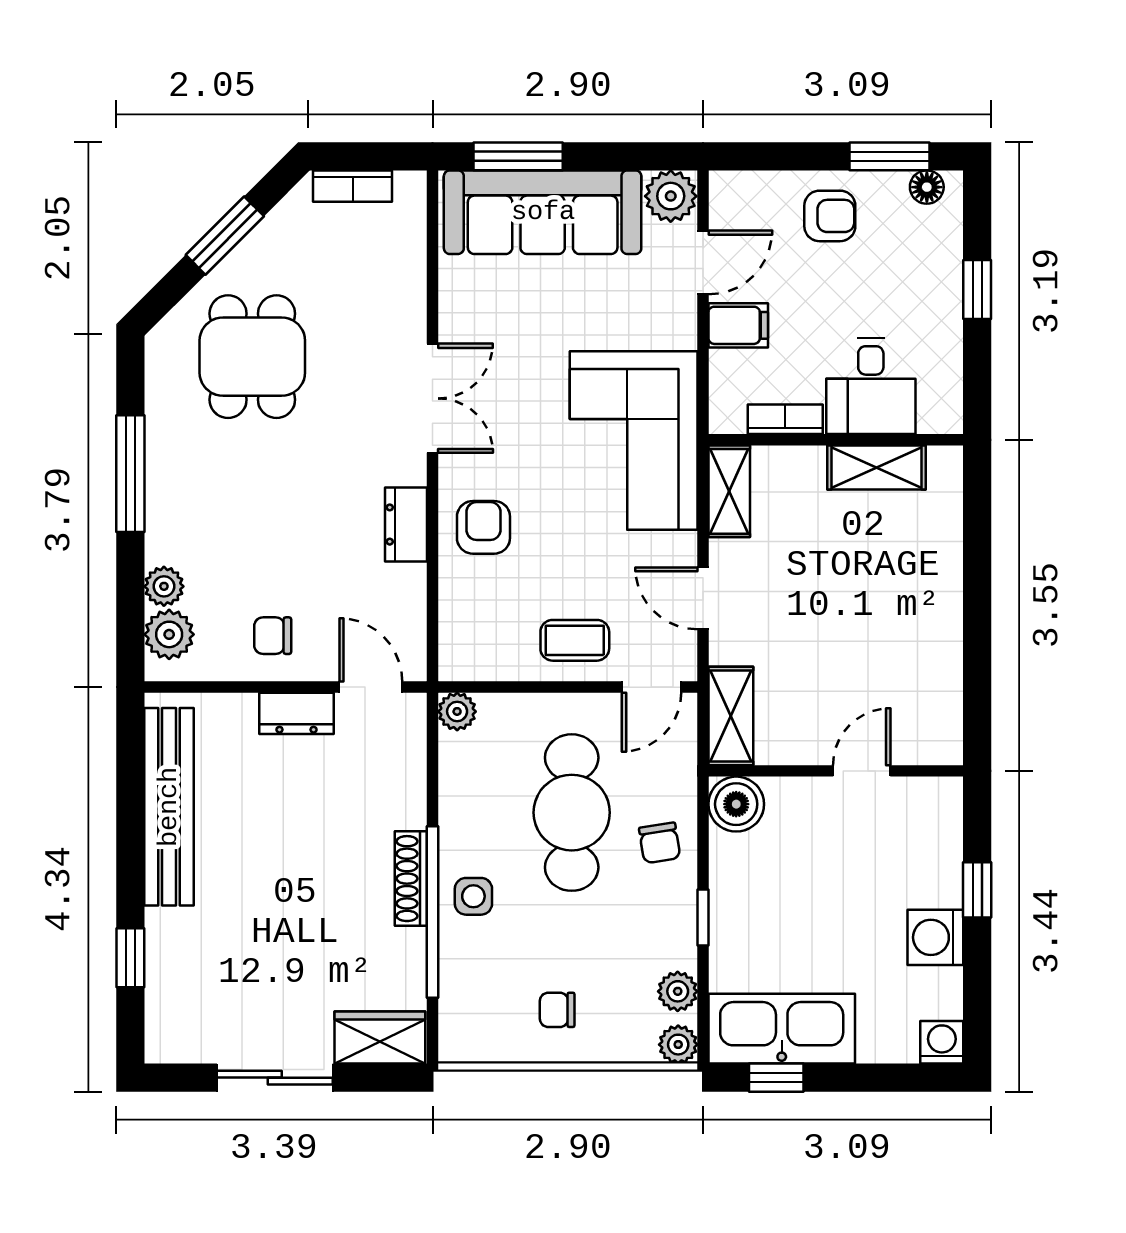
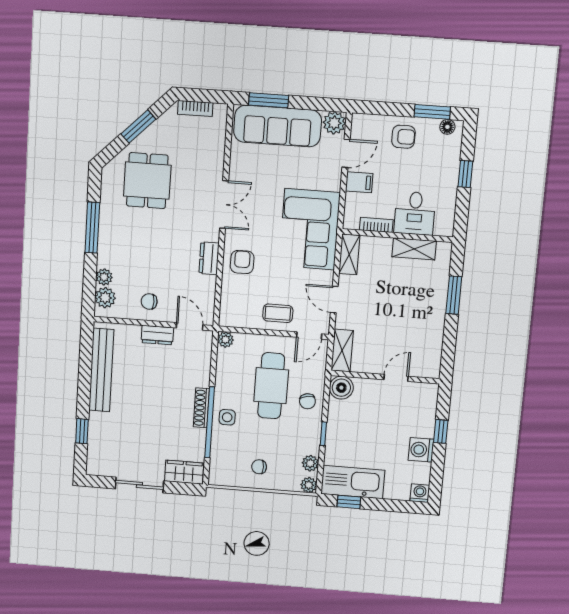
window: (977, 567) -> (454, 295), added

